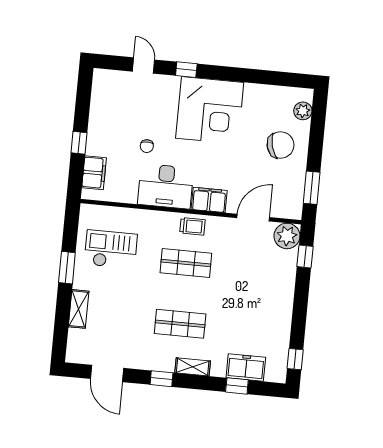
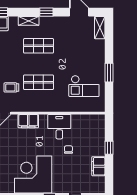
filing cabinet: (94, 173) -> (98, 166), moved
desk: (166, 186) -> (59, 127), width x0.73
trolley: (192, 226) -> (11, 87), moved
shelving: (79, 309) -> (100, 28), moved

